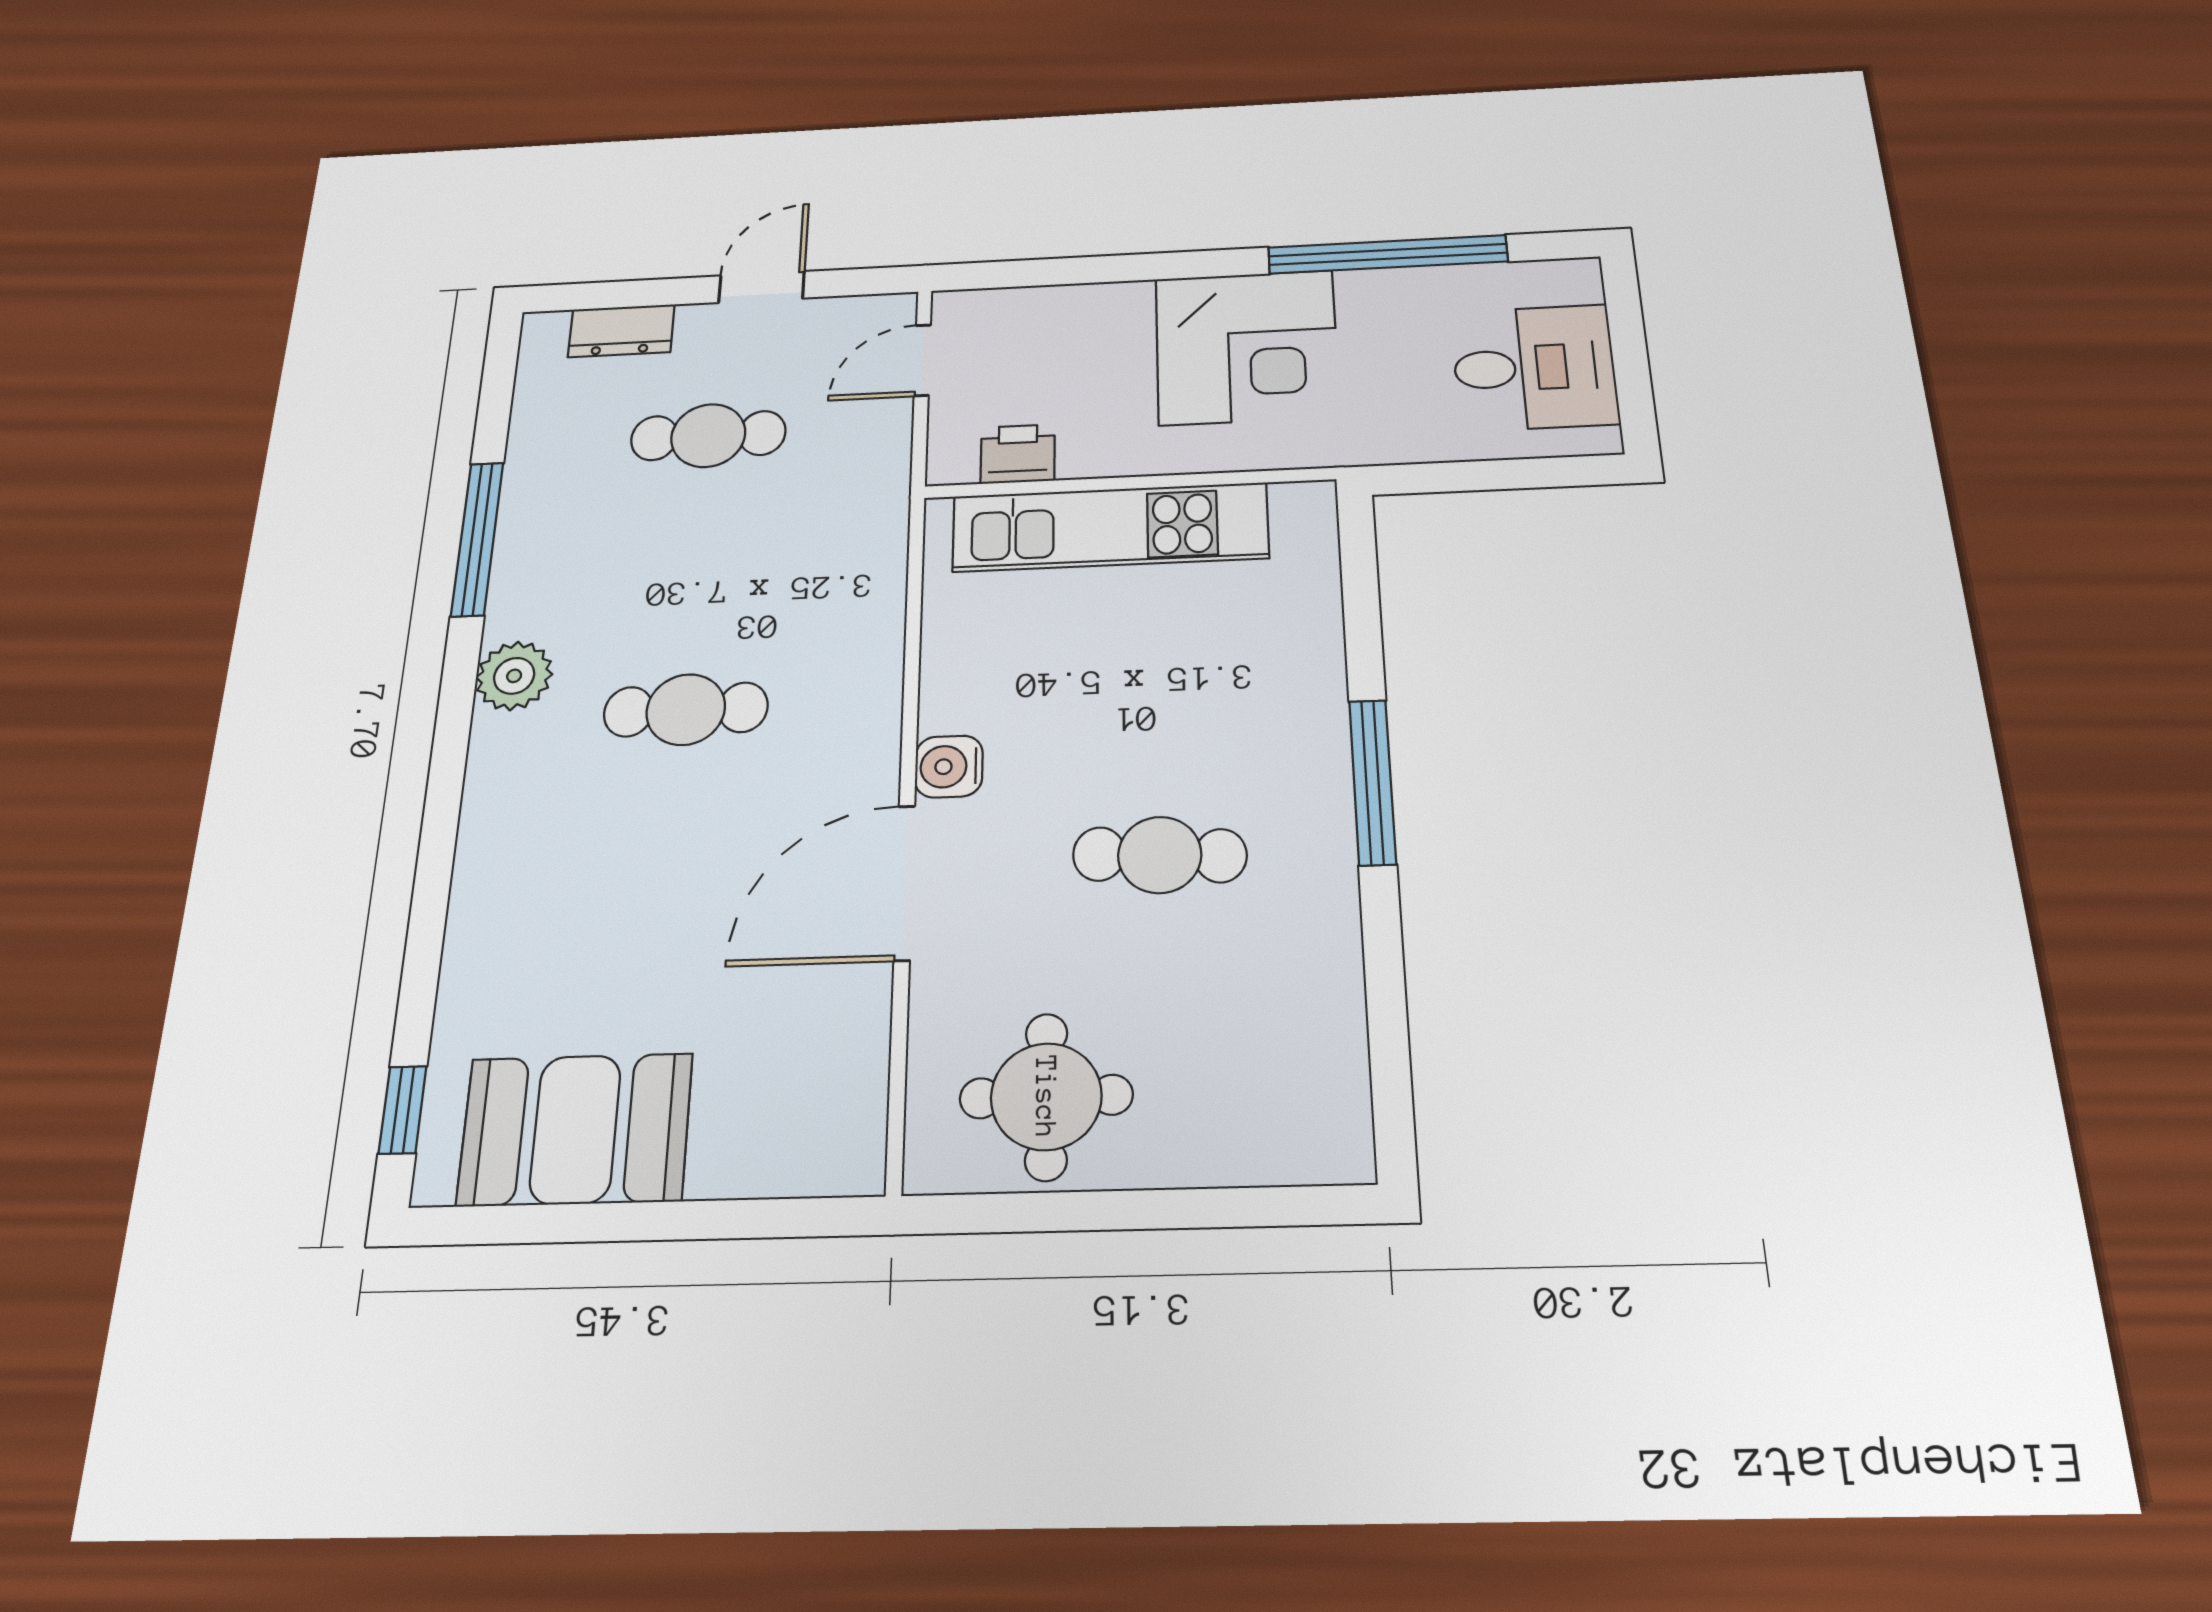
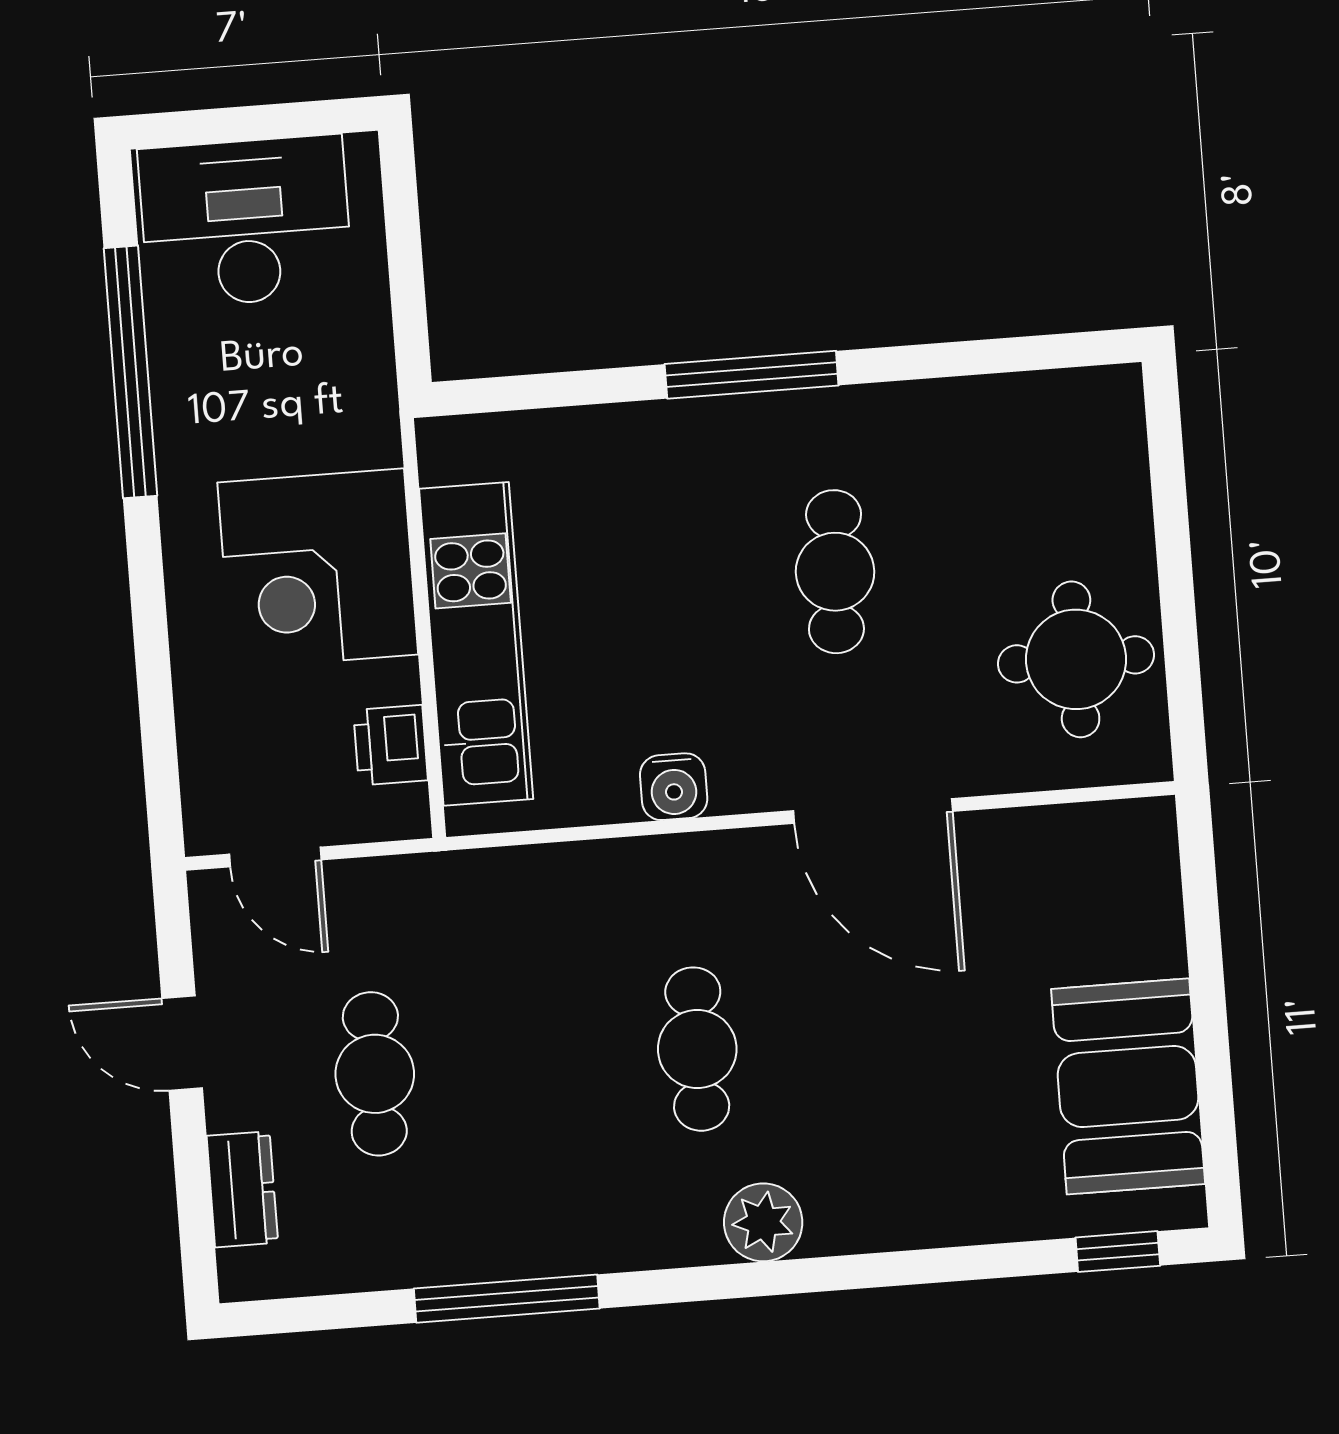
corner desk: (1247, 347) -> (318, 569), moved, turned 180
desk: (1534, 367) -> (246, 222), width x1.37
plant: (514, 676) -> (763, 1222), moved
water cooler: (949, 767) -> (674, 787), moved

